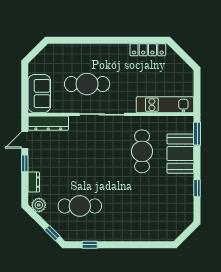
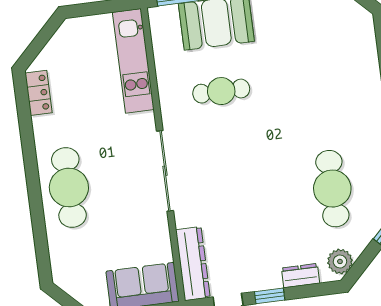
locker: (148, 50) -> (38, 93), width x0.66
cafe table: (87, 84) -> (69, 187), moved
cafe table: (142, 151) -> (221, 91), width x0.73, depth x0.74

